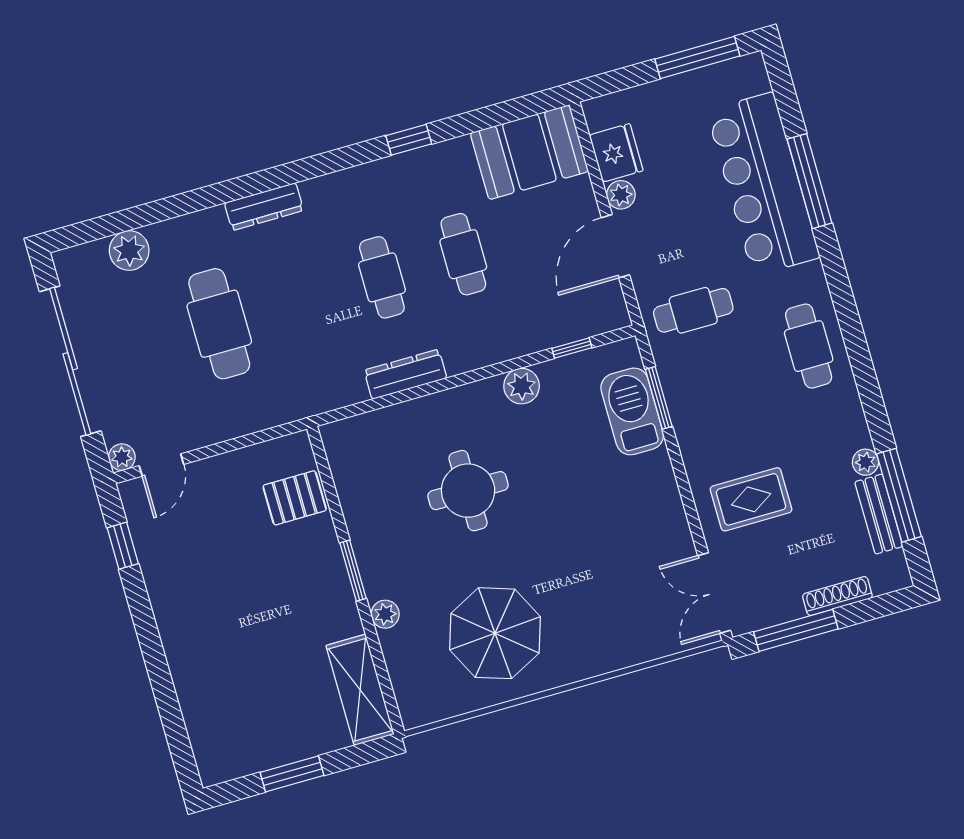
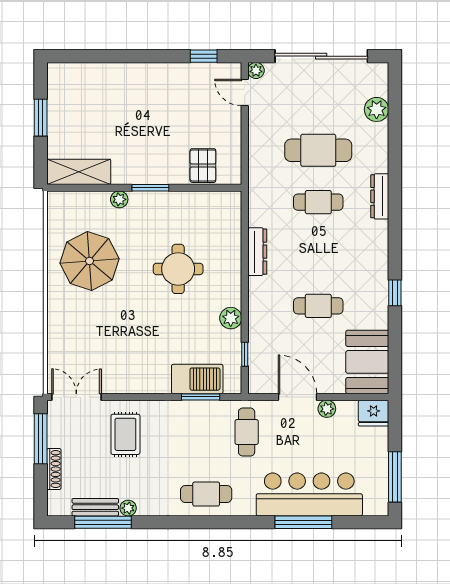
fridge: (616, 153) -> (374, 413), moved
cafe table: (382, 277) -> (318, 202), moved

